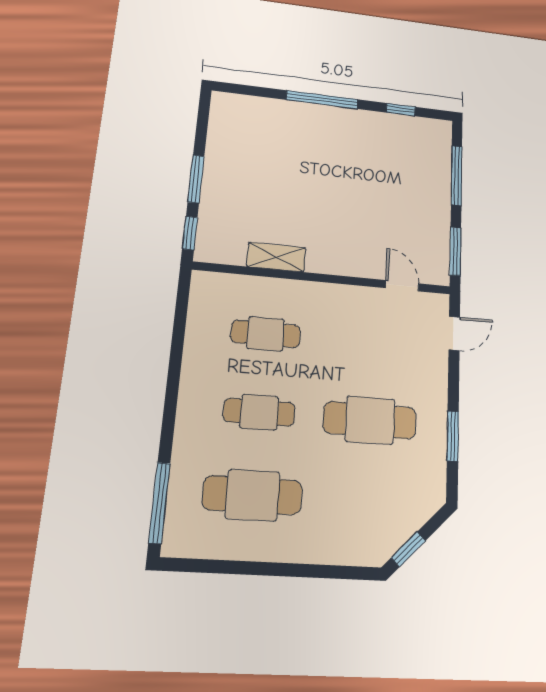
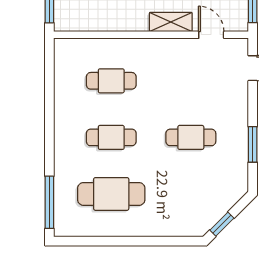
shelving: (276, 257) -> (171, 22), moved
cafe table: (370, 420) -> (191, 137), width x0.73, depth x0.74

